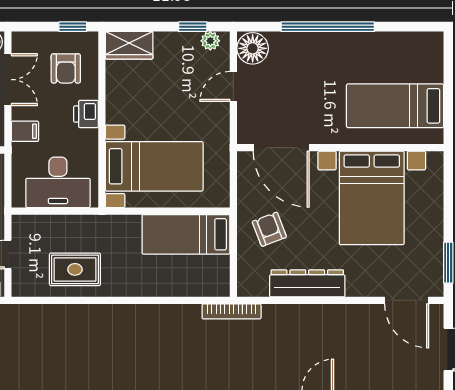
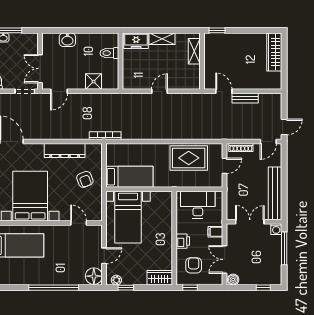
door: (281, 148) -> (79, 223), width x0.53
bed with nightstands: (154, 166) -> (128, 217), moved, turned -90
rug: (75, 269) -> (189, 158), width x1.36, depth x1.43

